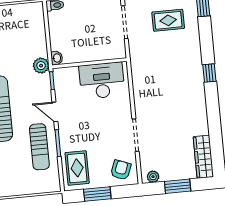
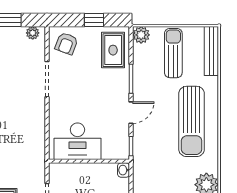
plant: (41, 66) -> (141, 35), moved
door: (55, 112) -> (131, 113), hinge flipped
sun lounger: (39, 147) -> (173, 53), moved
window: (97, 194) -> (94, 20), width x0.67

